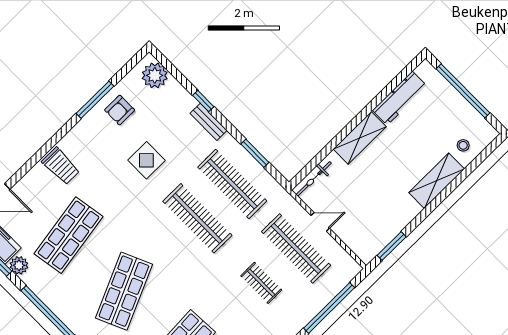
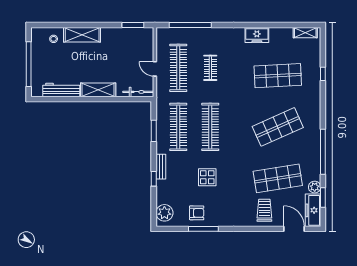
trolley: (61, 166) -> (264, 210), moved

